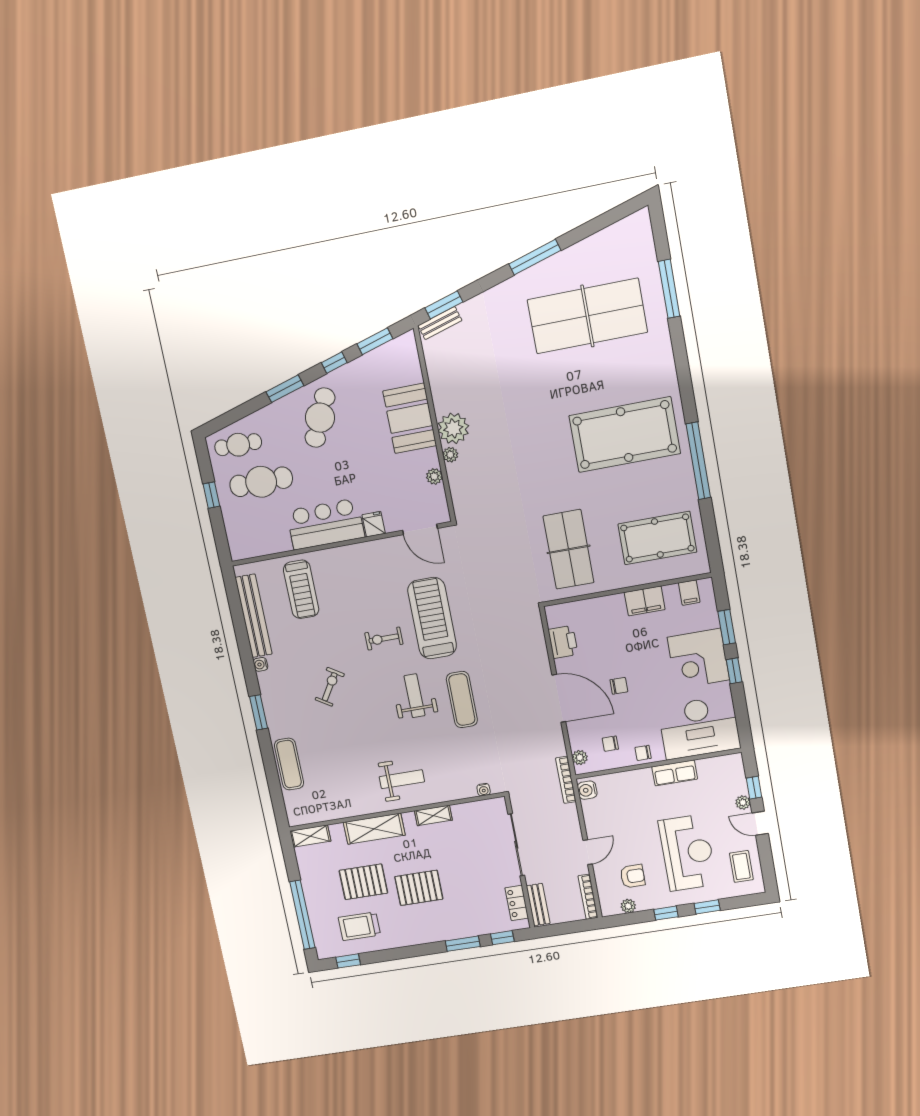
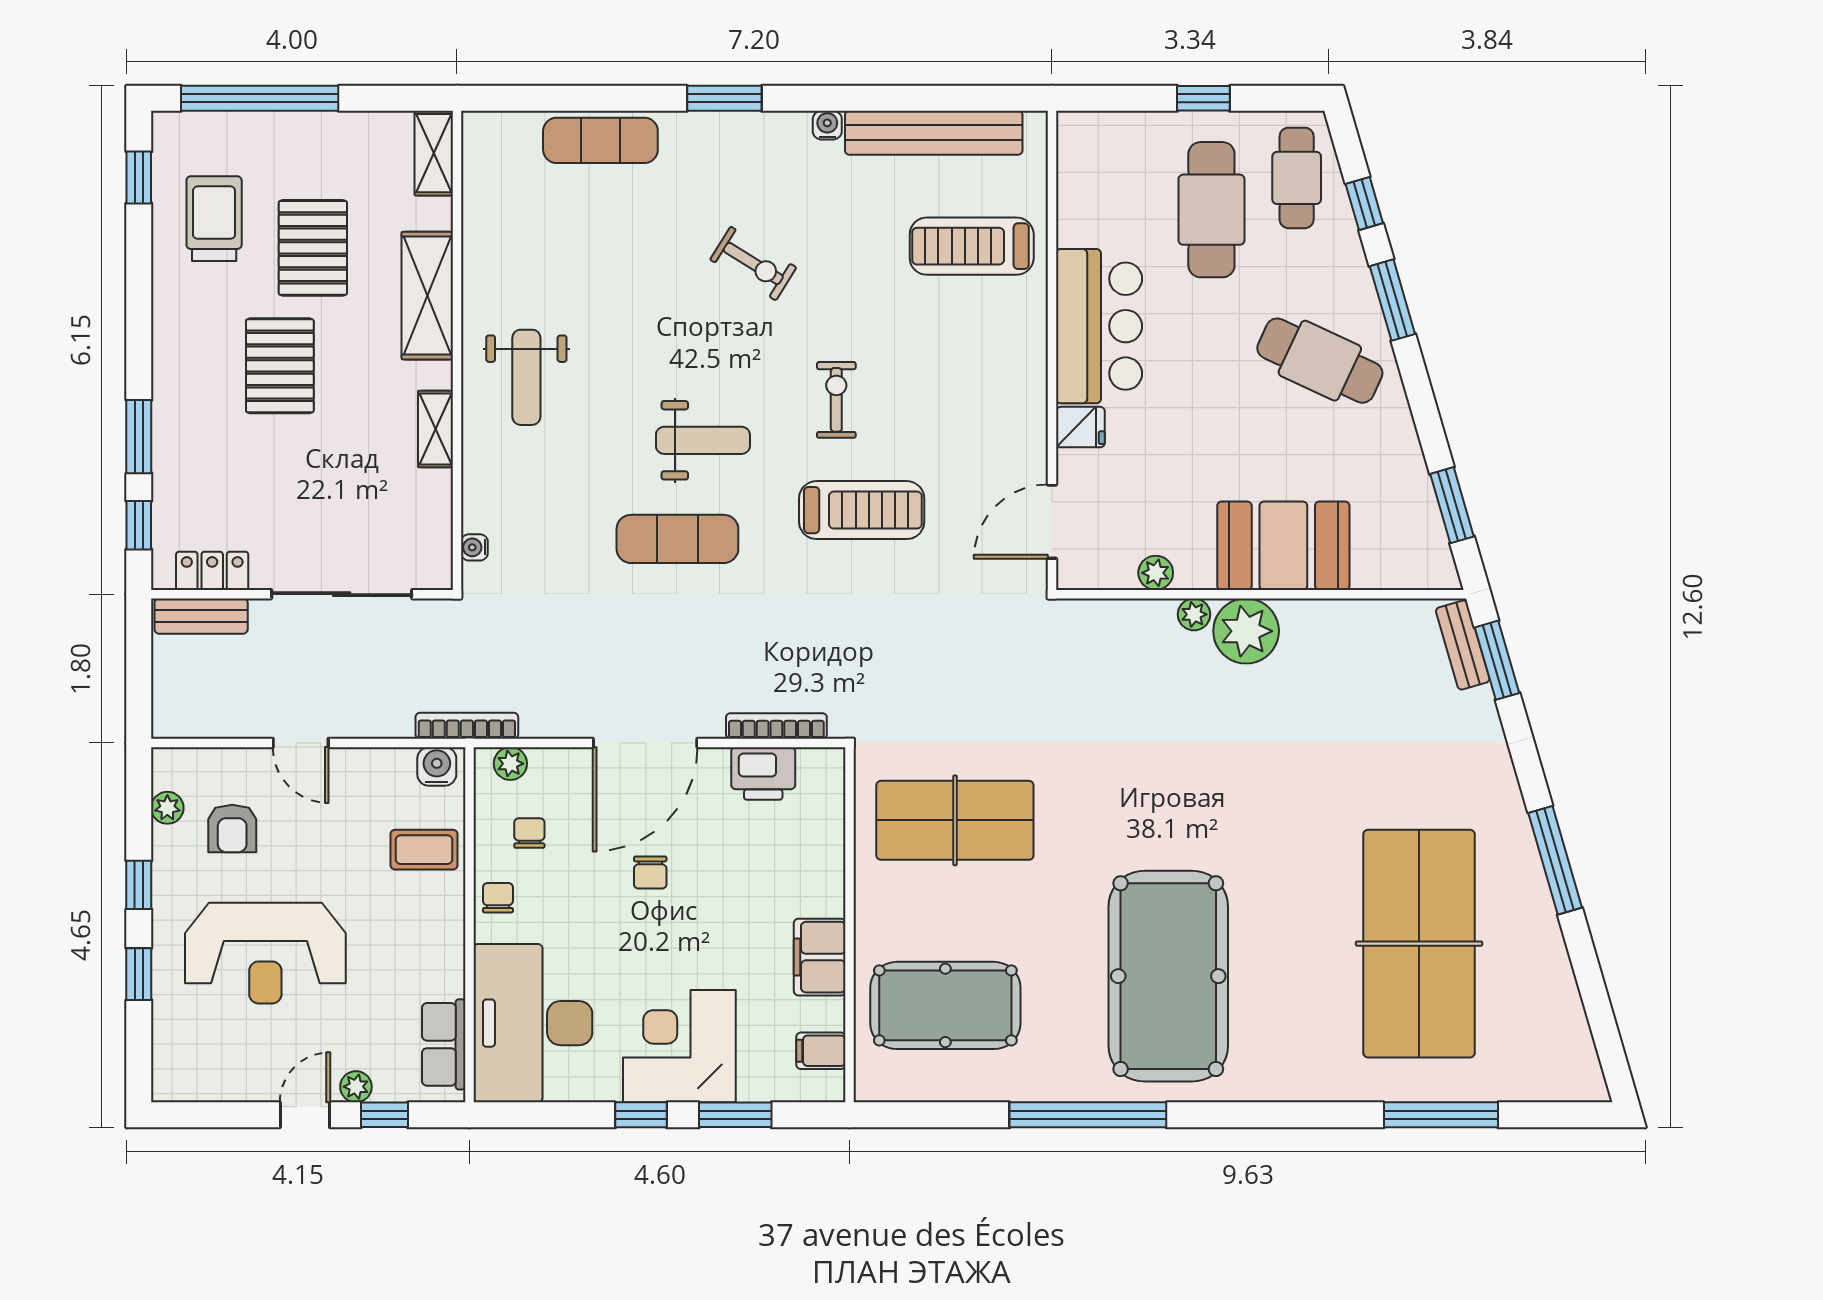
window: (334, 363) -> (1364, 204), moved
pool table: (657, 538) -> (945, 1005), turned 90
treadmill: (432, 618) -> (862, 510), width x0.73, depth x0.73
row of seats: (675, 773) -> (444, 1044), moved
coffee table: (741, 866) -> (424, 850), moved
bookcase: (588, 897) -> (776, 726), moved

